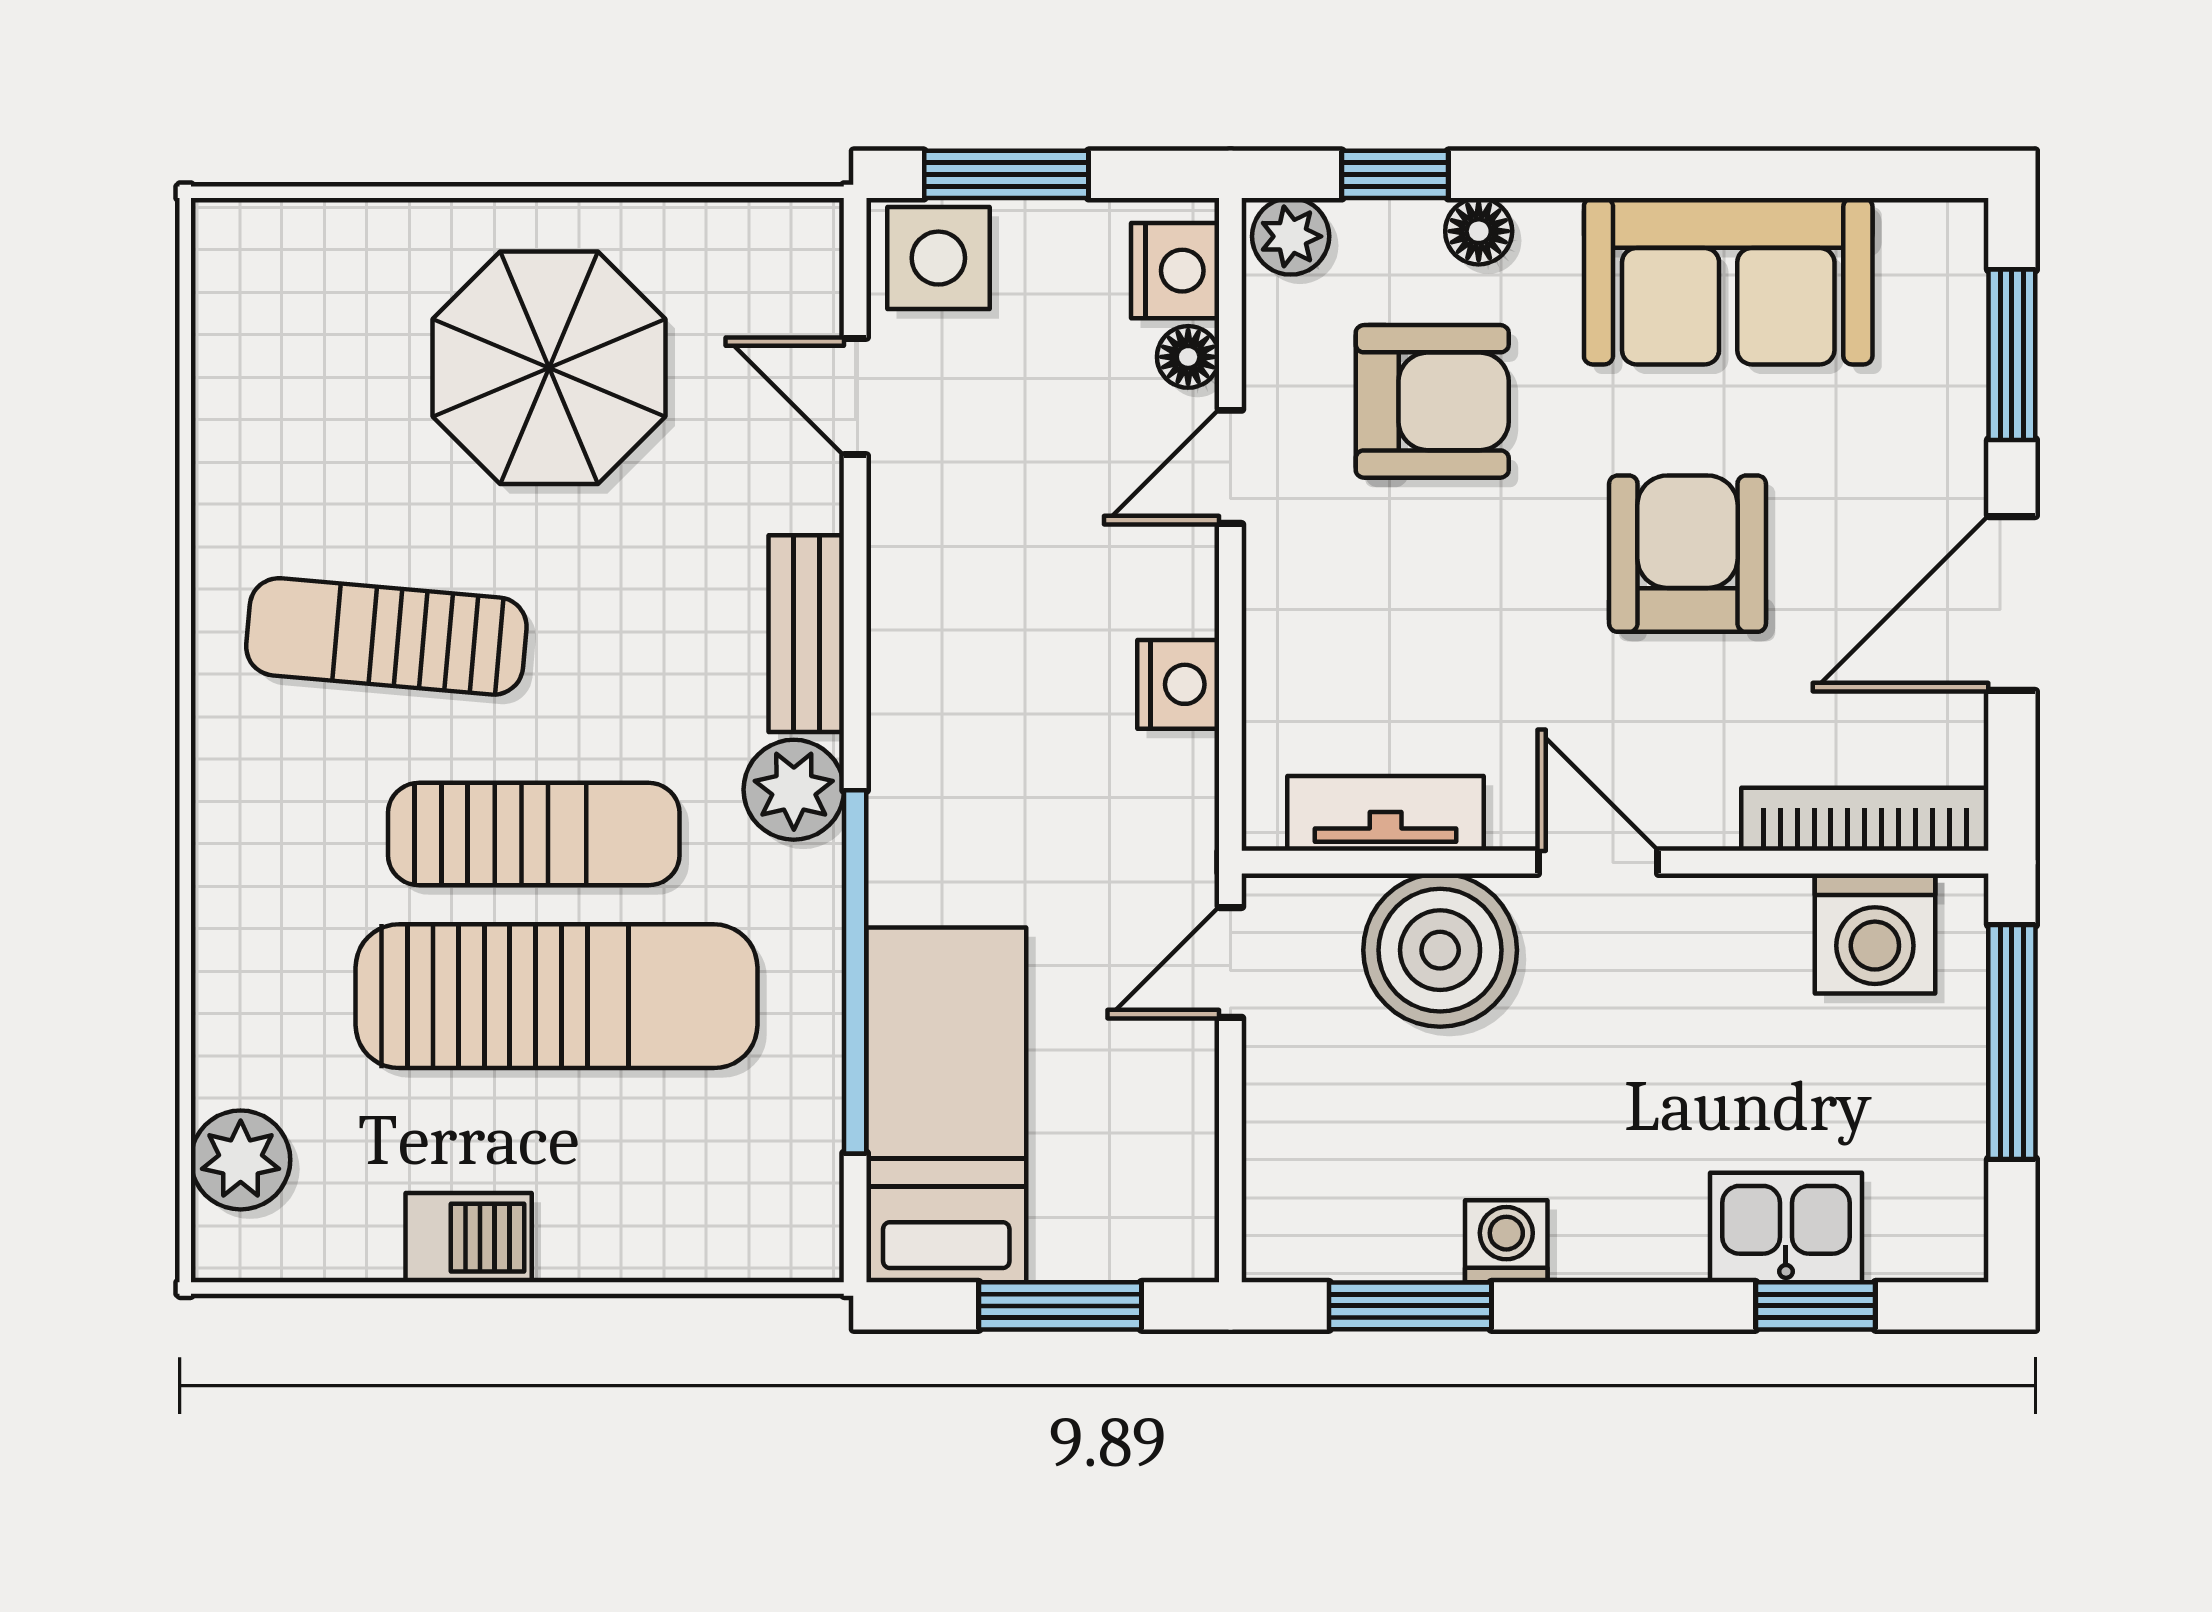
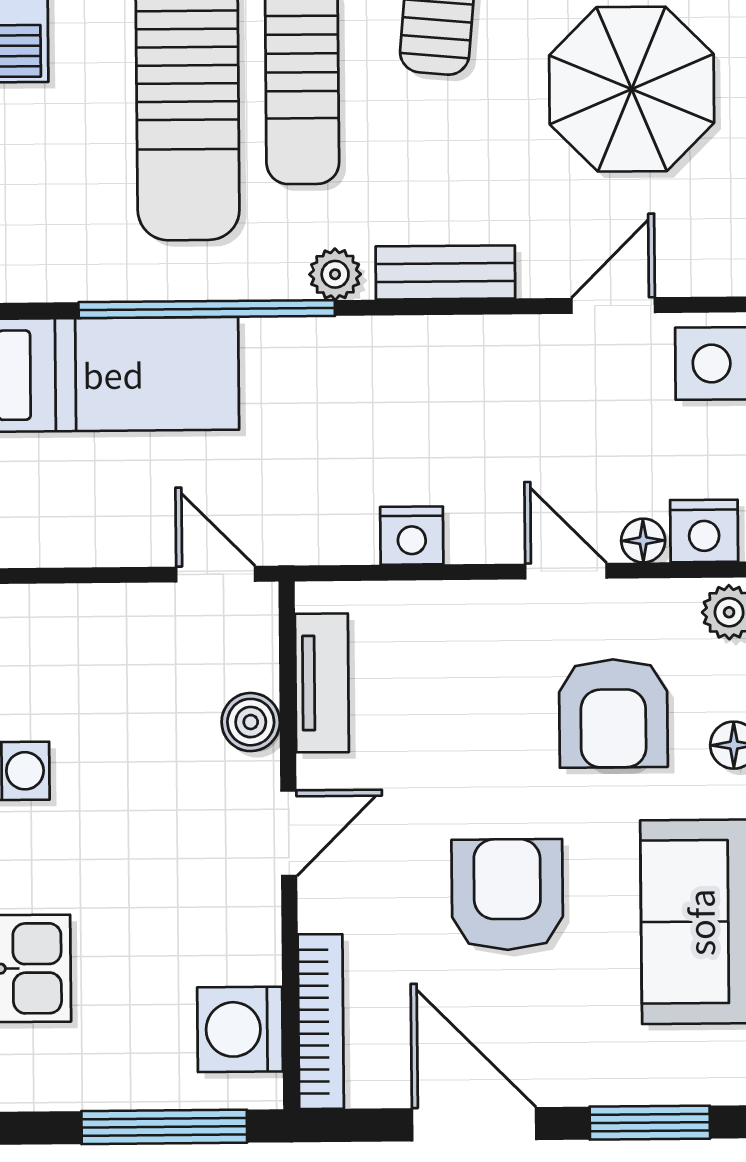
armchair: (1687, 554) -> (507, 895), turned -90
plant: (794, 790) -> (335, 274), width x0.73, depth x0.73
boiler: (1440, 950) -> (251, 722), width x0.54, depth x0.54

